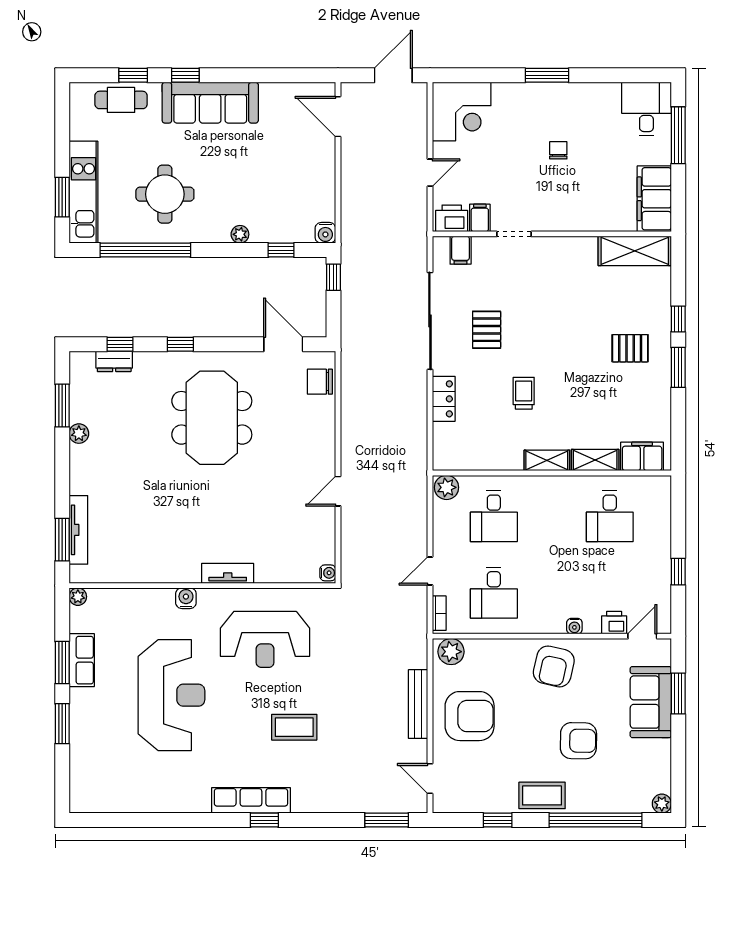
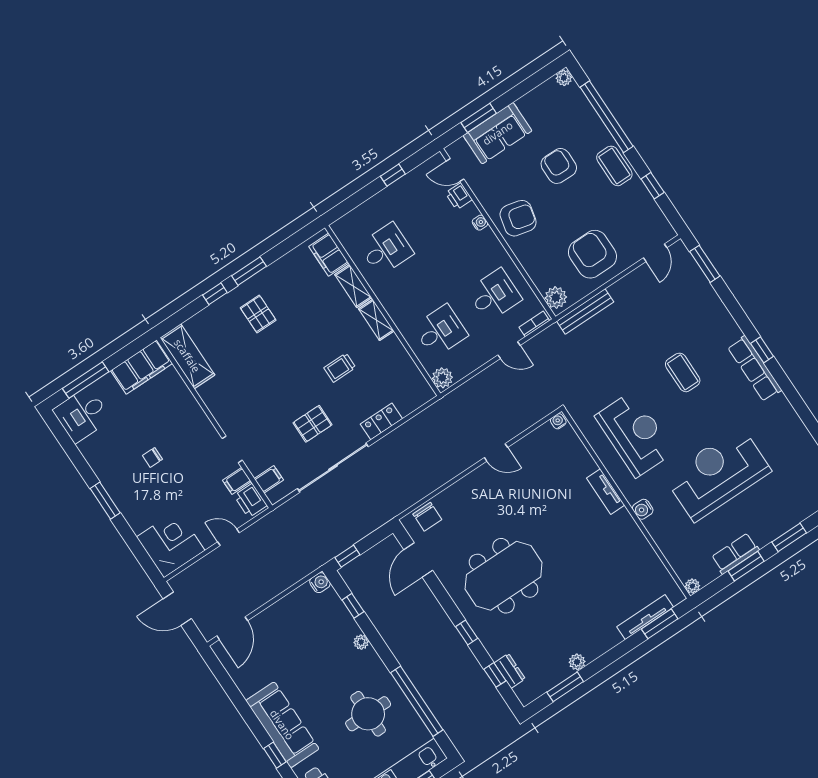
bench: (418, 704) -> (585, 312), moved

